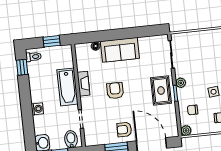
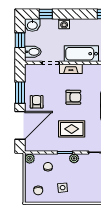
fireplace: (83, 84) -> (71, 69), moved
rug: (161, 91) -> (72, 129), moved
window: (29, 130) -> (46, 14), added

